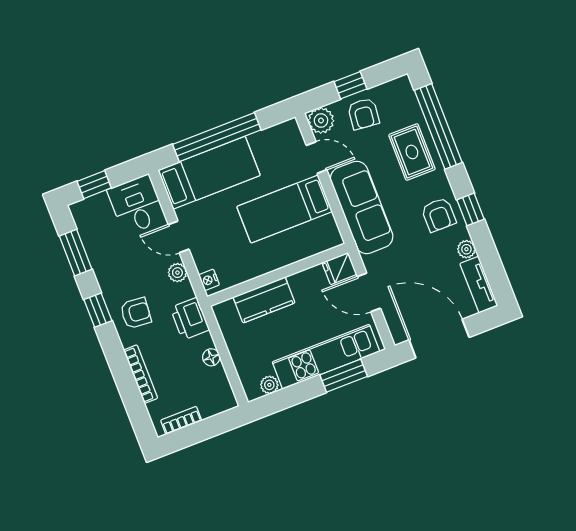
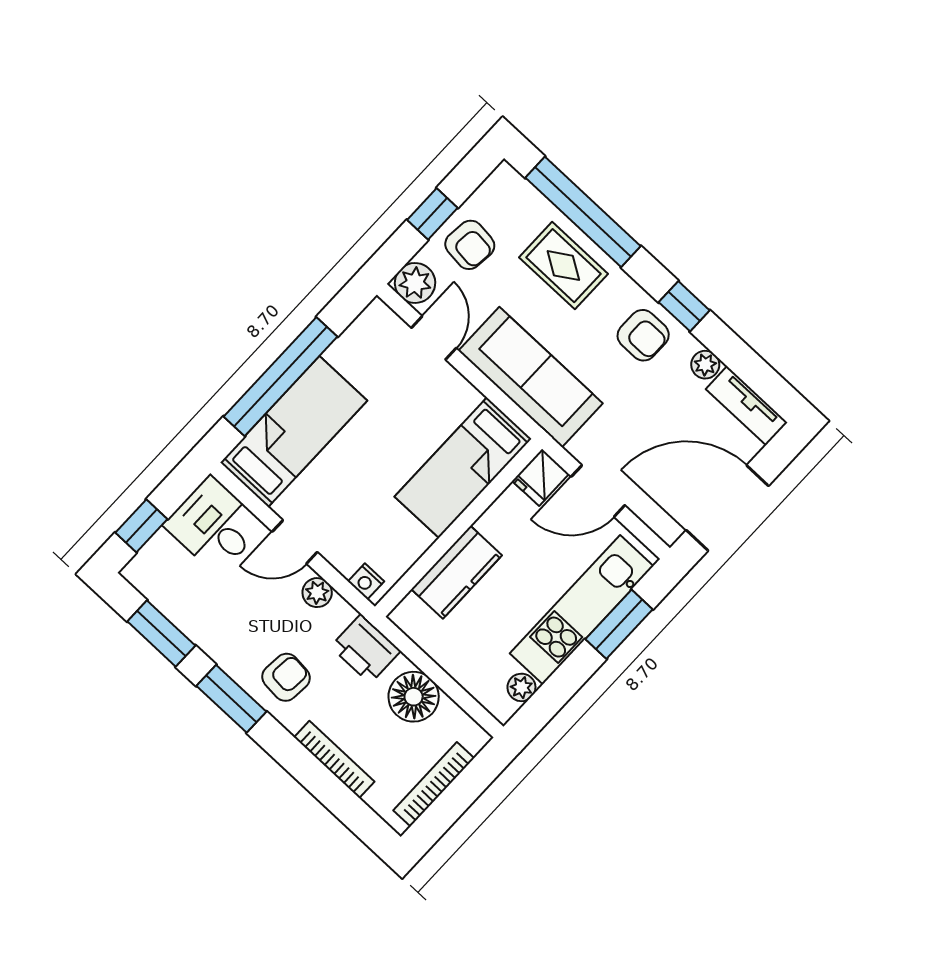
door: (317, 158) -> (434, 338), hinge flipped
bed: (285, 209) -> (463, 468), moved
window: (98, 310) -> (231, 699), width x1.50
floor lamp: (211, 357) -> (414, 697), width x1.89, depth x1.89
bookcase: (181, 420) -> (434, 784), width x1.56

